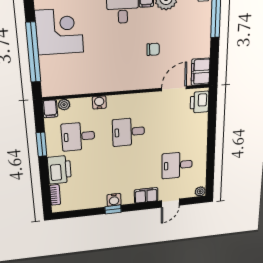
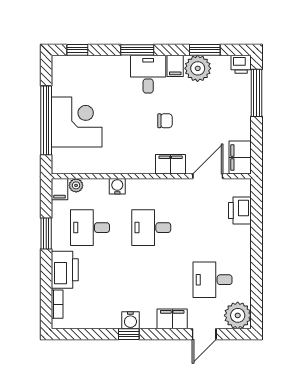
corner desk: (59, 32) -> (77, 122), moved
chair: (153, 49) -> (165, 121), moved
filing cabinet: (143, 81) -> (171, 164), added
printer: (200, 102) -> (240, 211), moved
plant: (200, 191) -> (238, 315), width x1.88, depth x1.88

